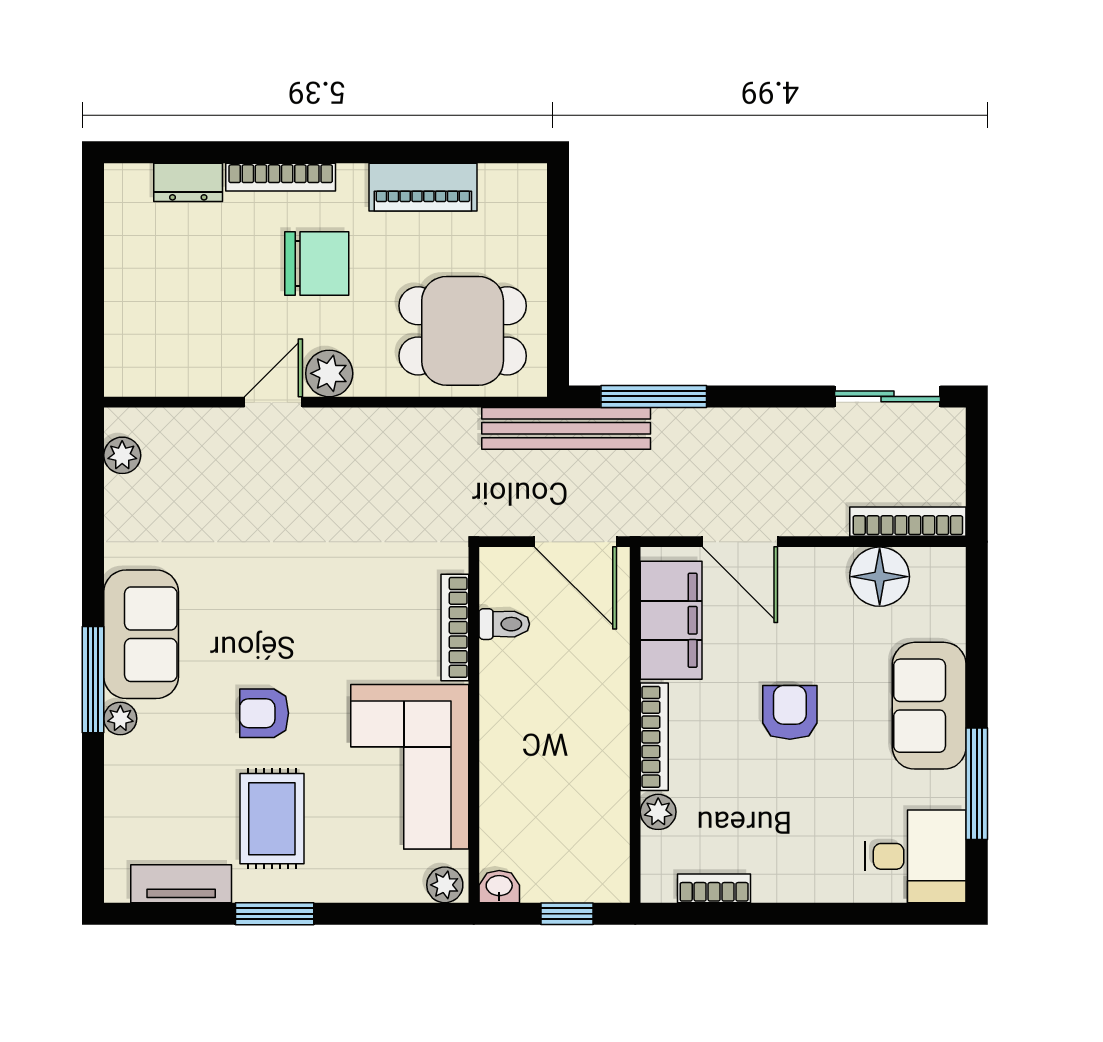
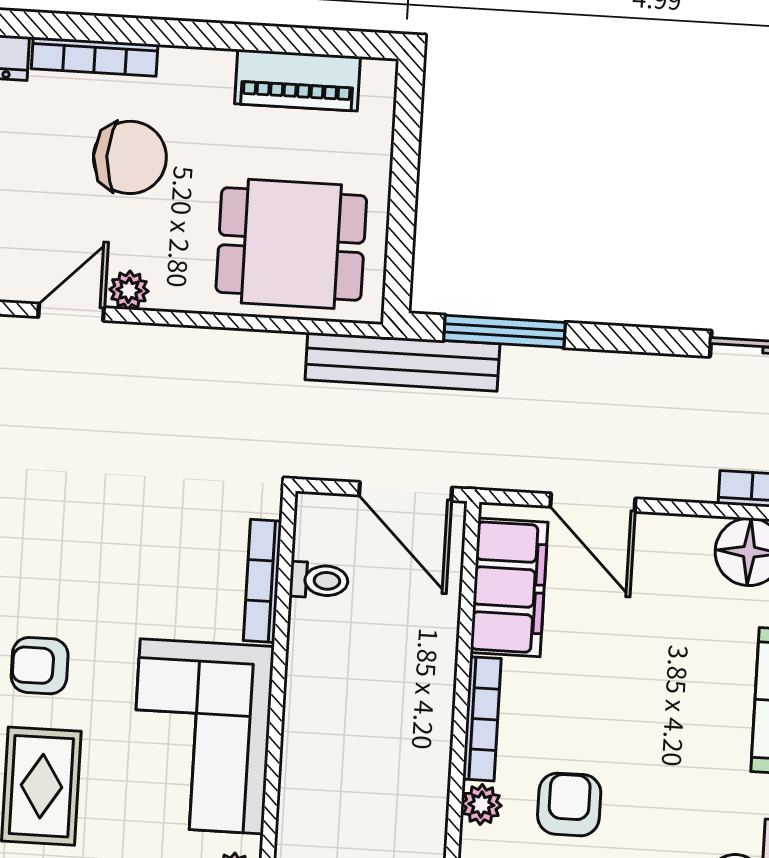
piano: (423, 187) -> (297, 80), moved
plant: (329, 373) -> (129, 290), width x0.73, depth x0.73
armchair: (790, 712) -> (569, 804), moved

